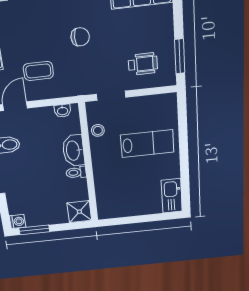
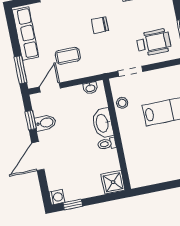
chair: (80, 37) -> (100, 25), turned 180
wheelchair: (143, 64) -> (154, 42), width x1.36, depth x1.37
window: (34, 230) -> (73, 205), width x0.67

